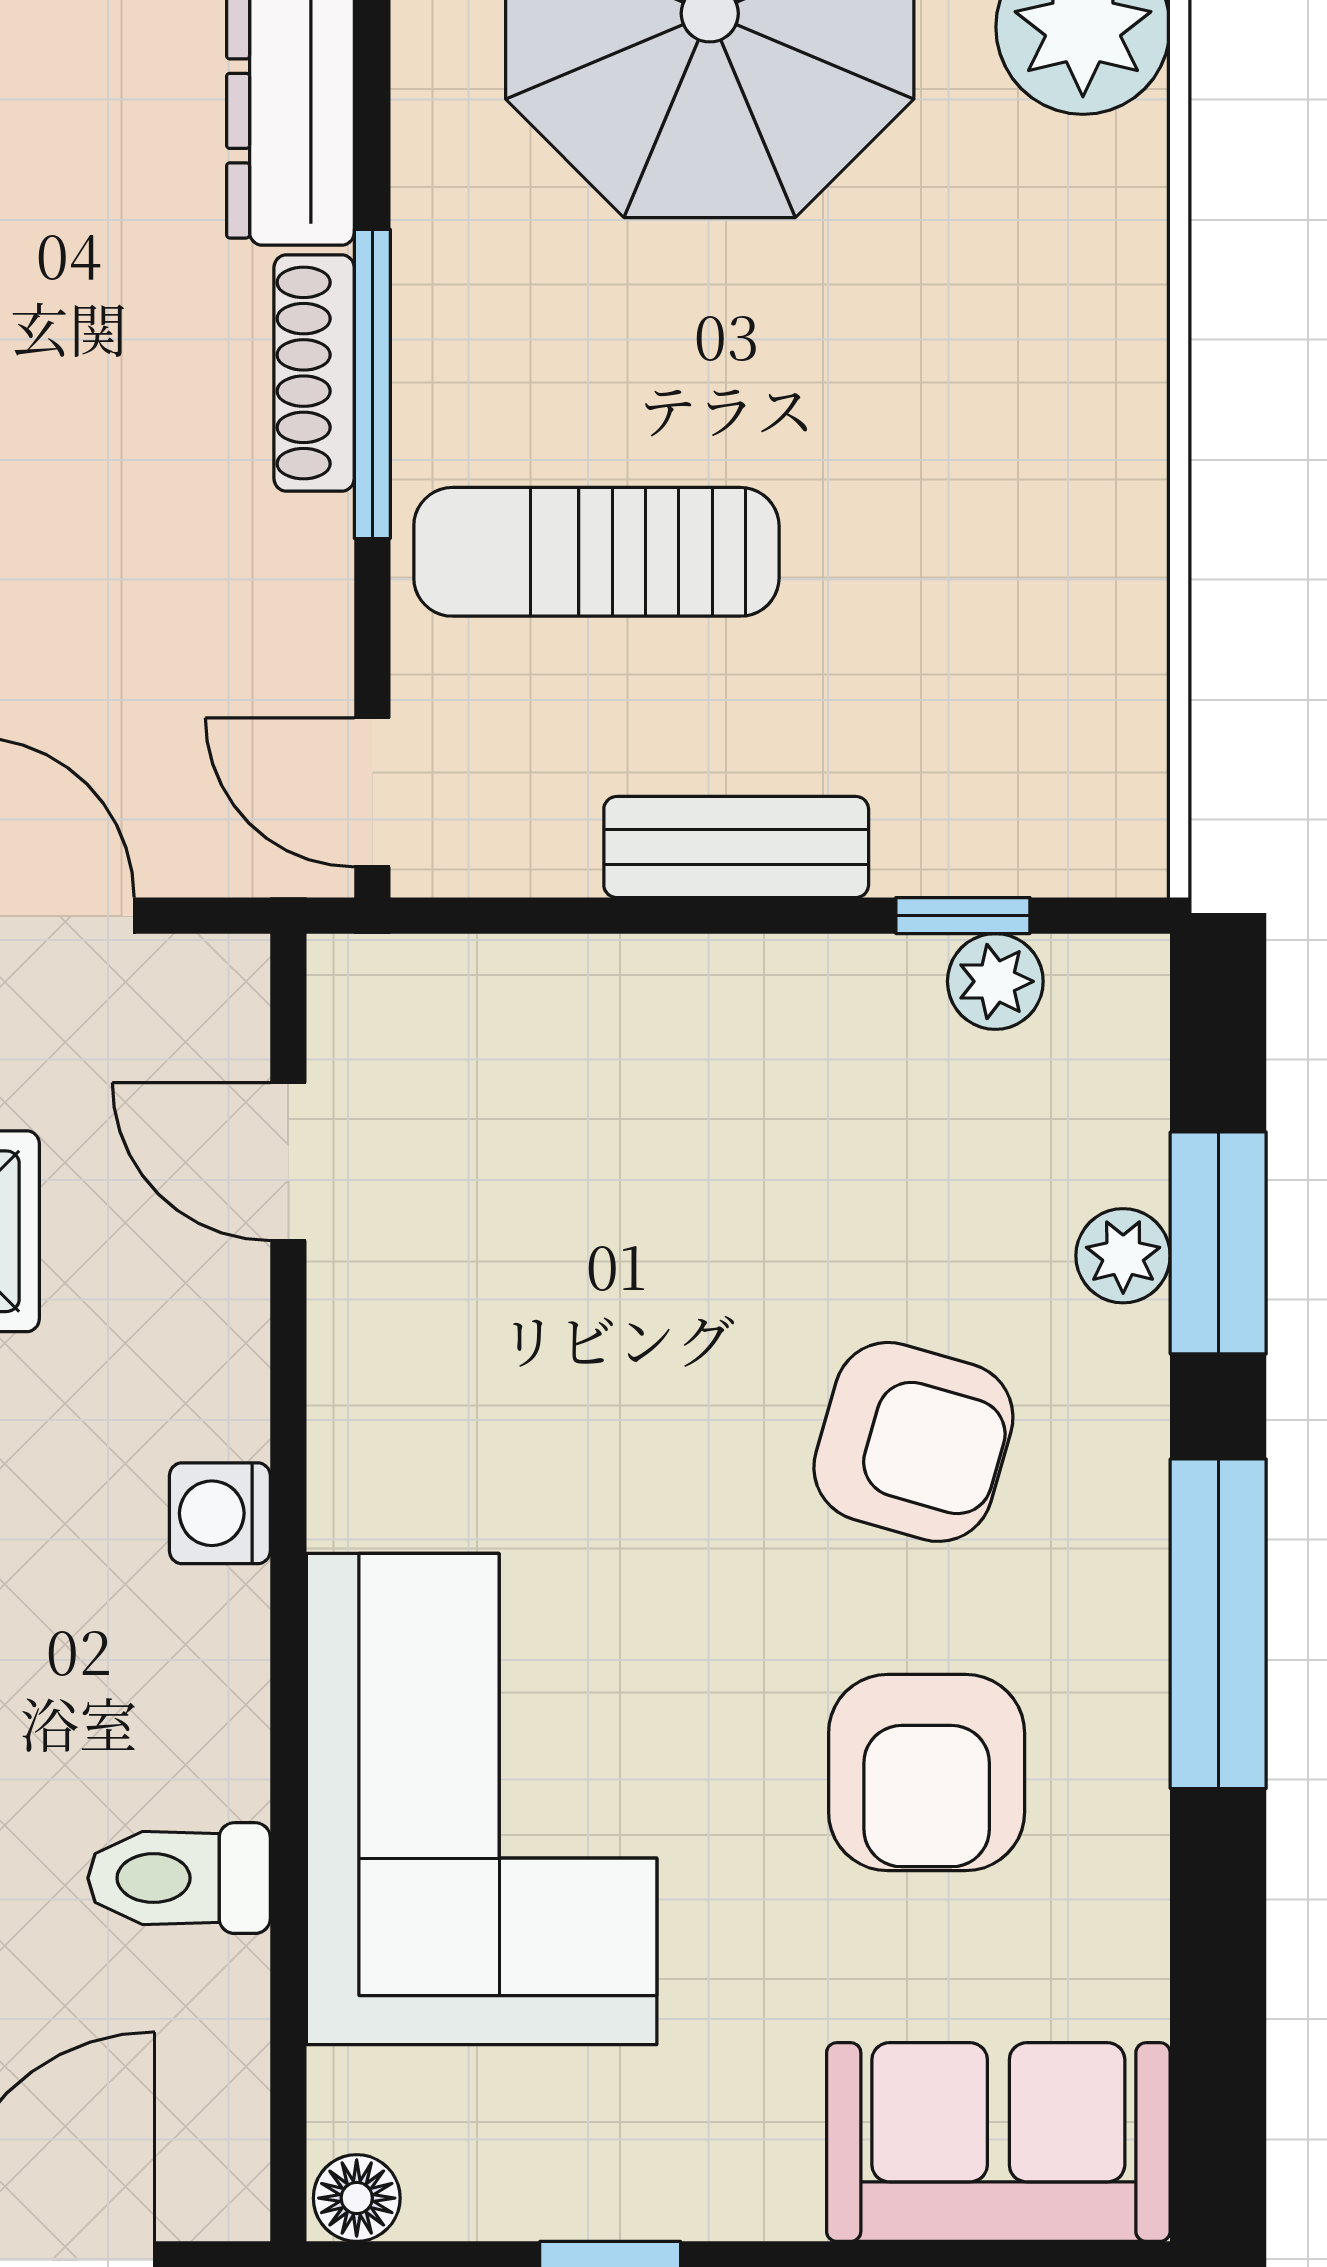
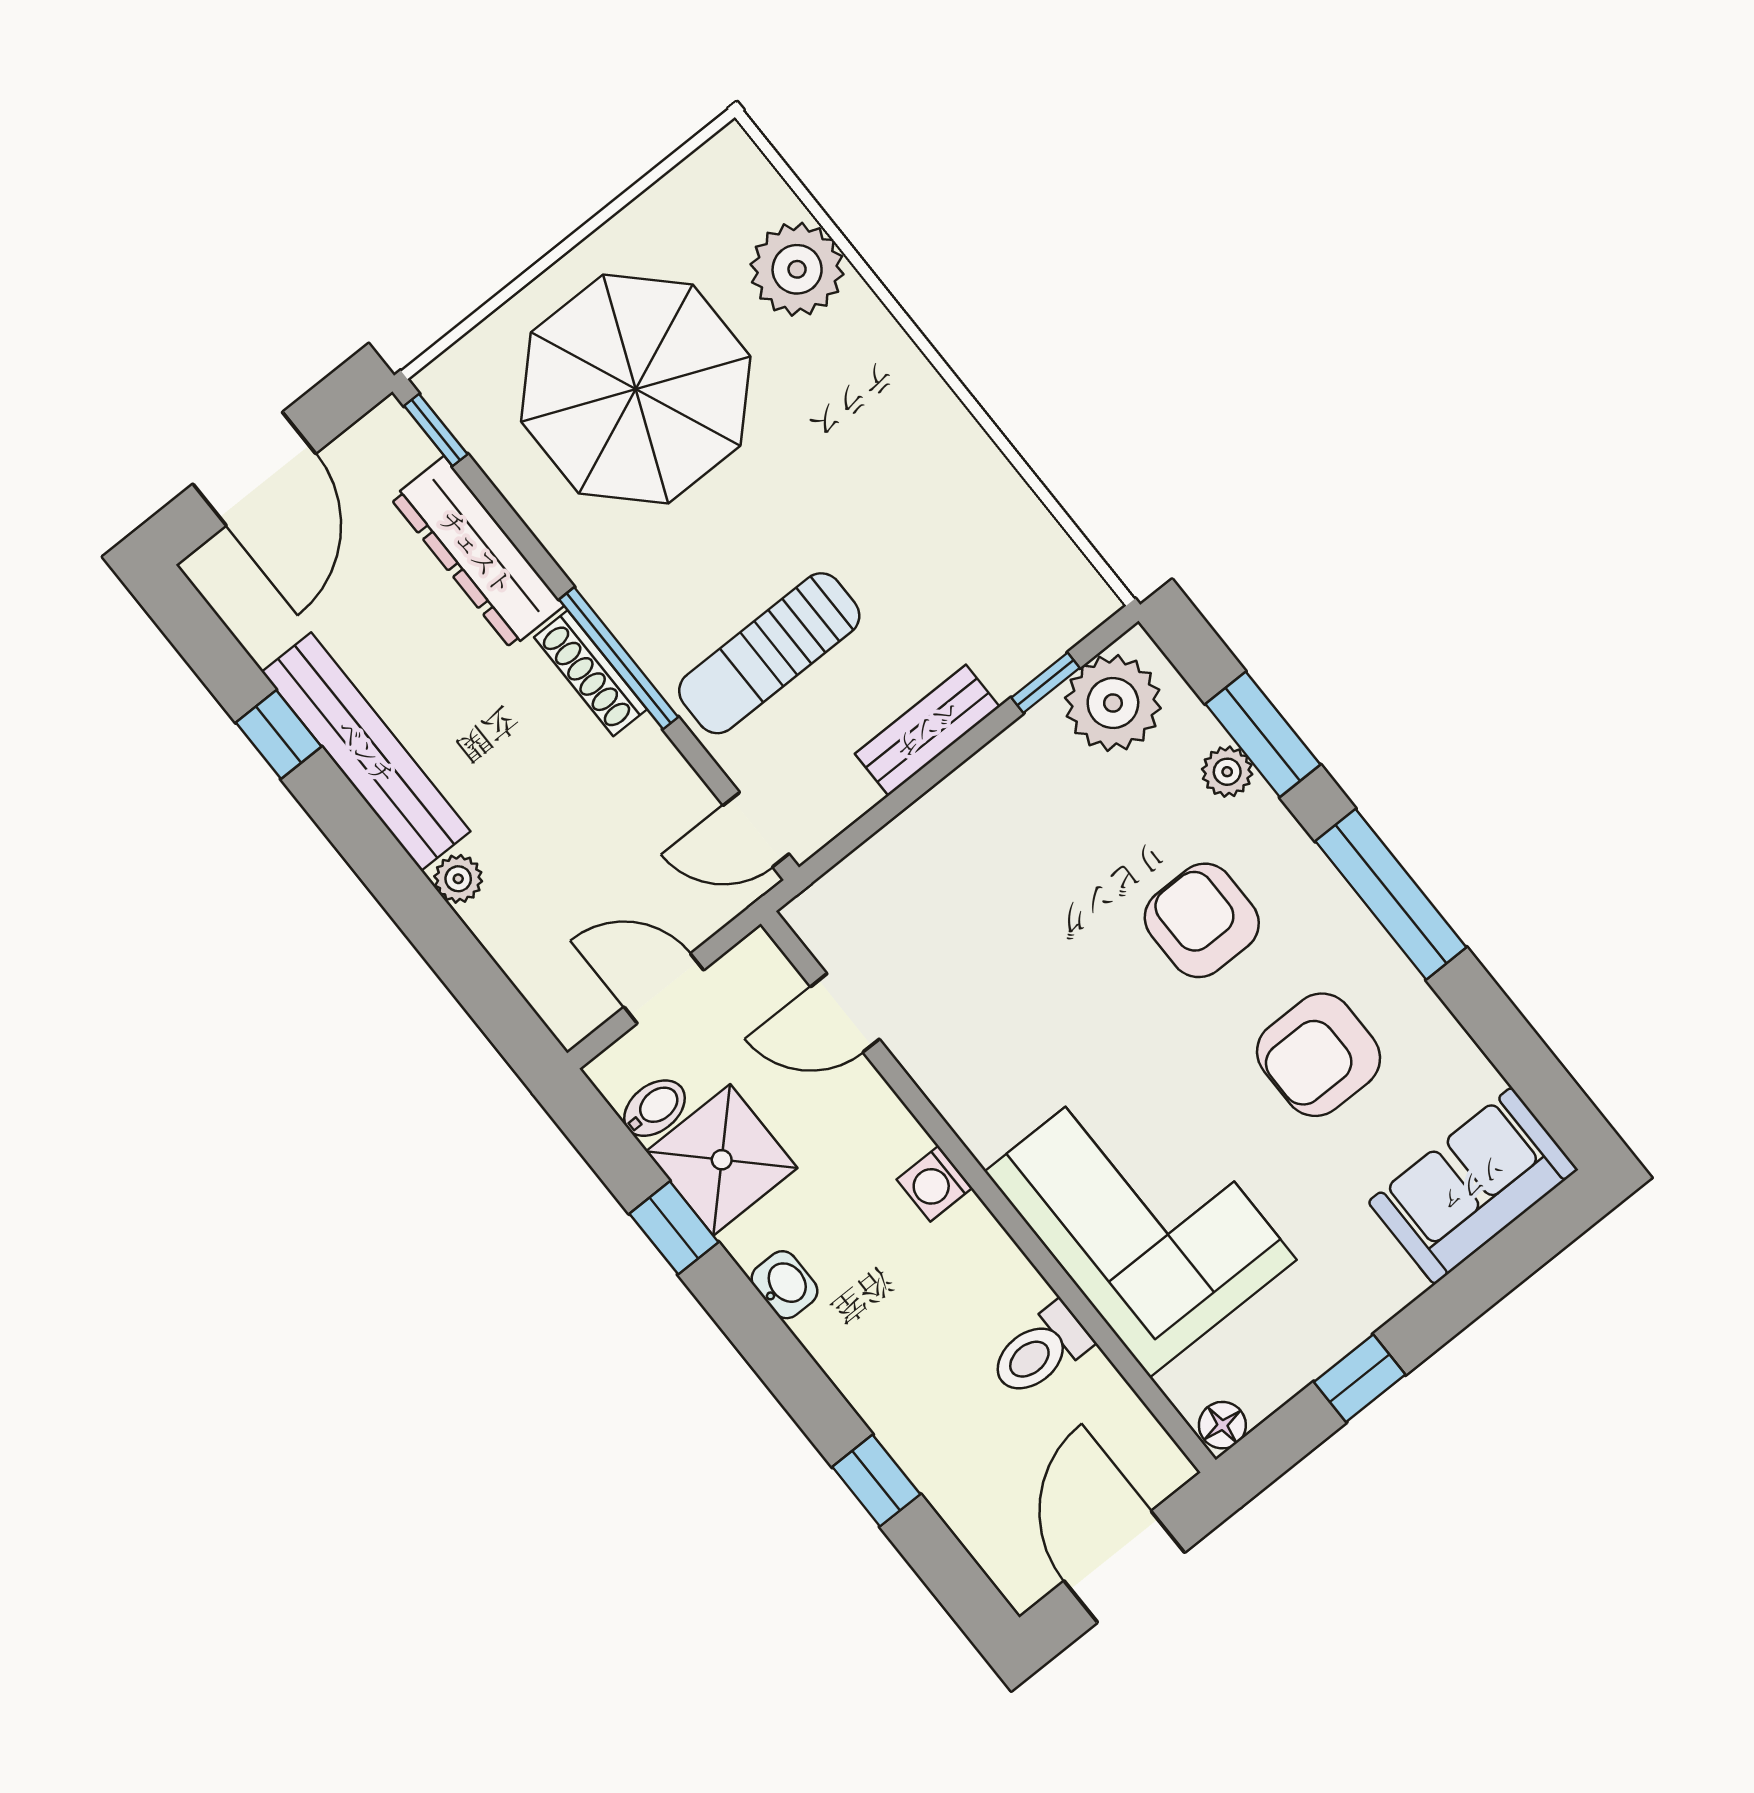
plant: (995, 981) -> (1113, 703), width x1.88, depth x1.88
armchair: (913, 1442) -> (1202, 920), turned -106
armchair: (927, 1773) -> (1319, 1055), turned 90

